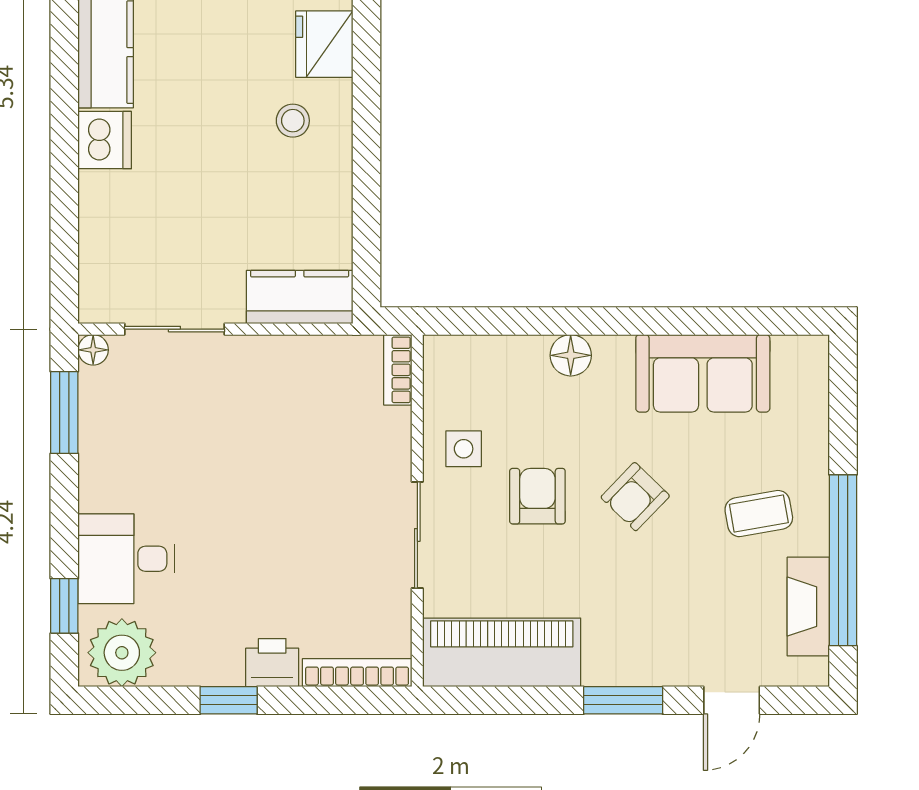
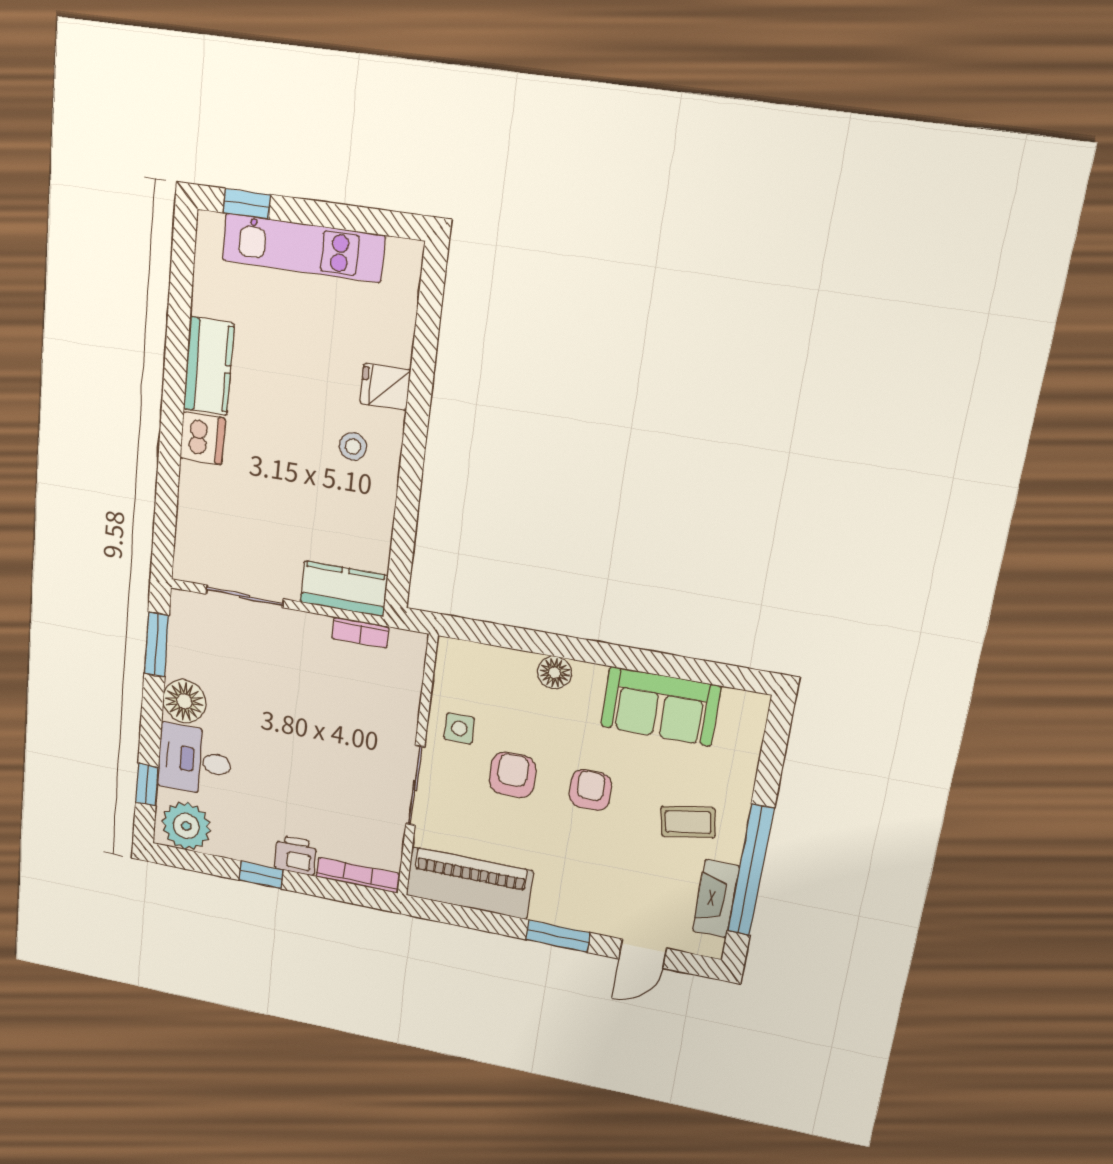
fridge: (324, 44) -> (385, 387), width x0.72
floor lamp: (93, 350) -> (184, 701), moved, width x1.89, depth x1.89
bookcase: (398, 370) -> (361, 632), moved, turned -90
armchair: (635, 497) -> (590, 790), turned 136

